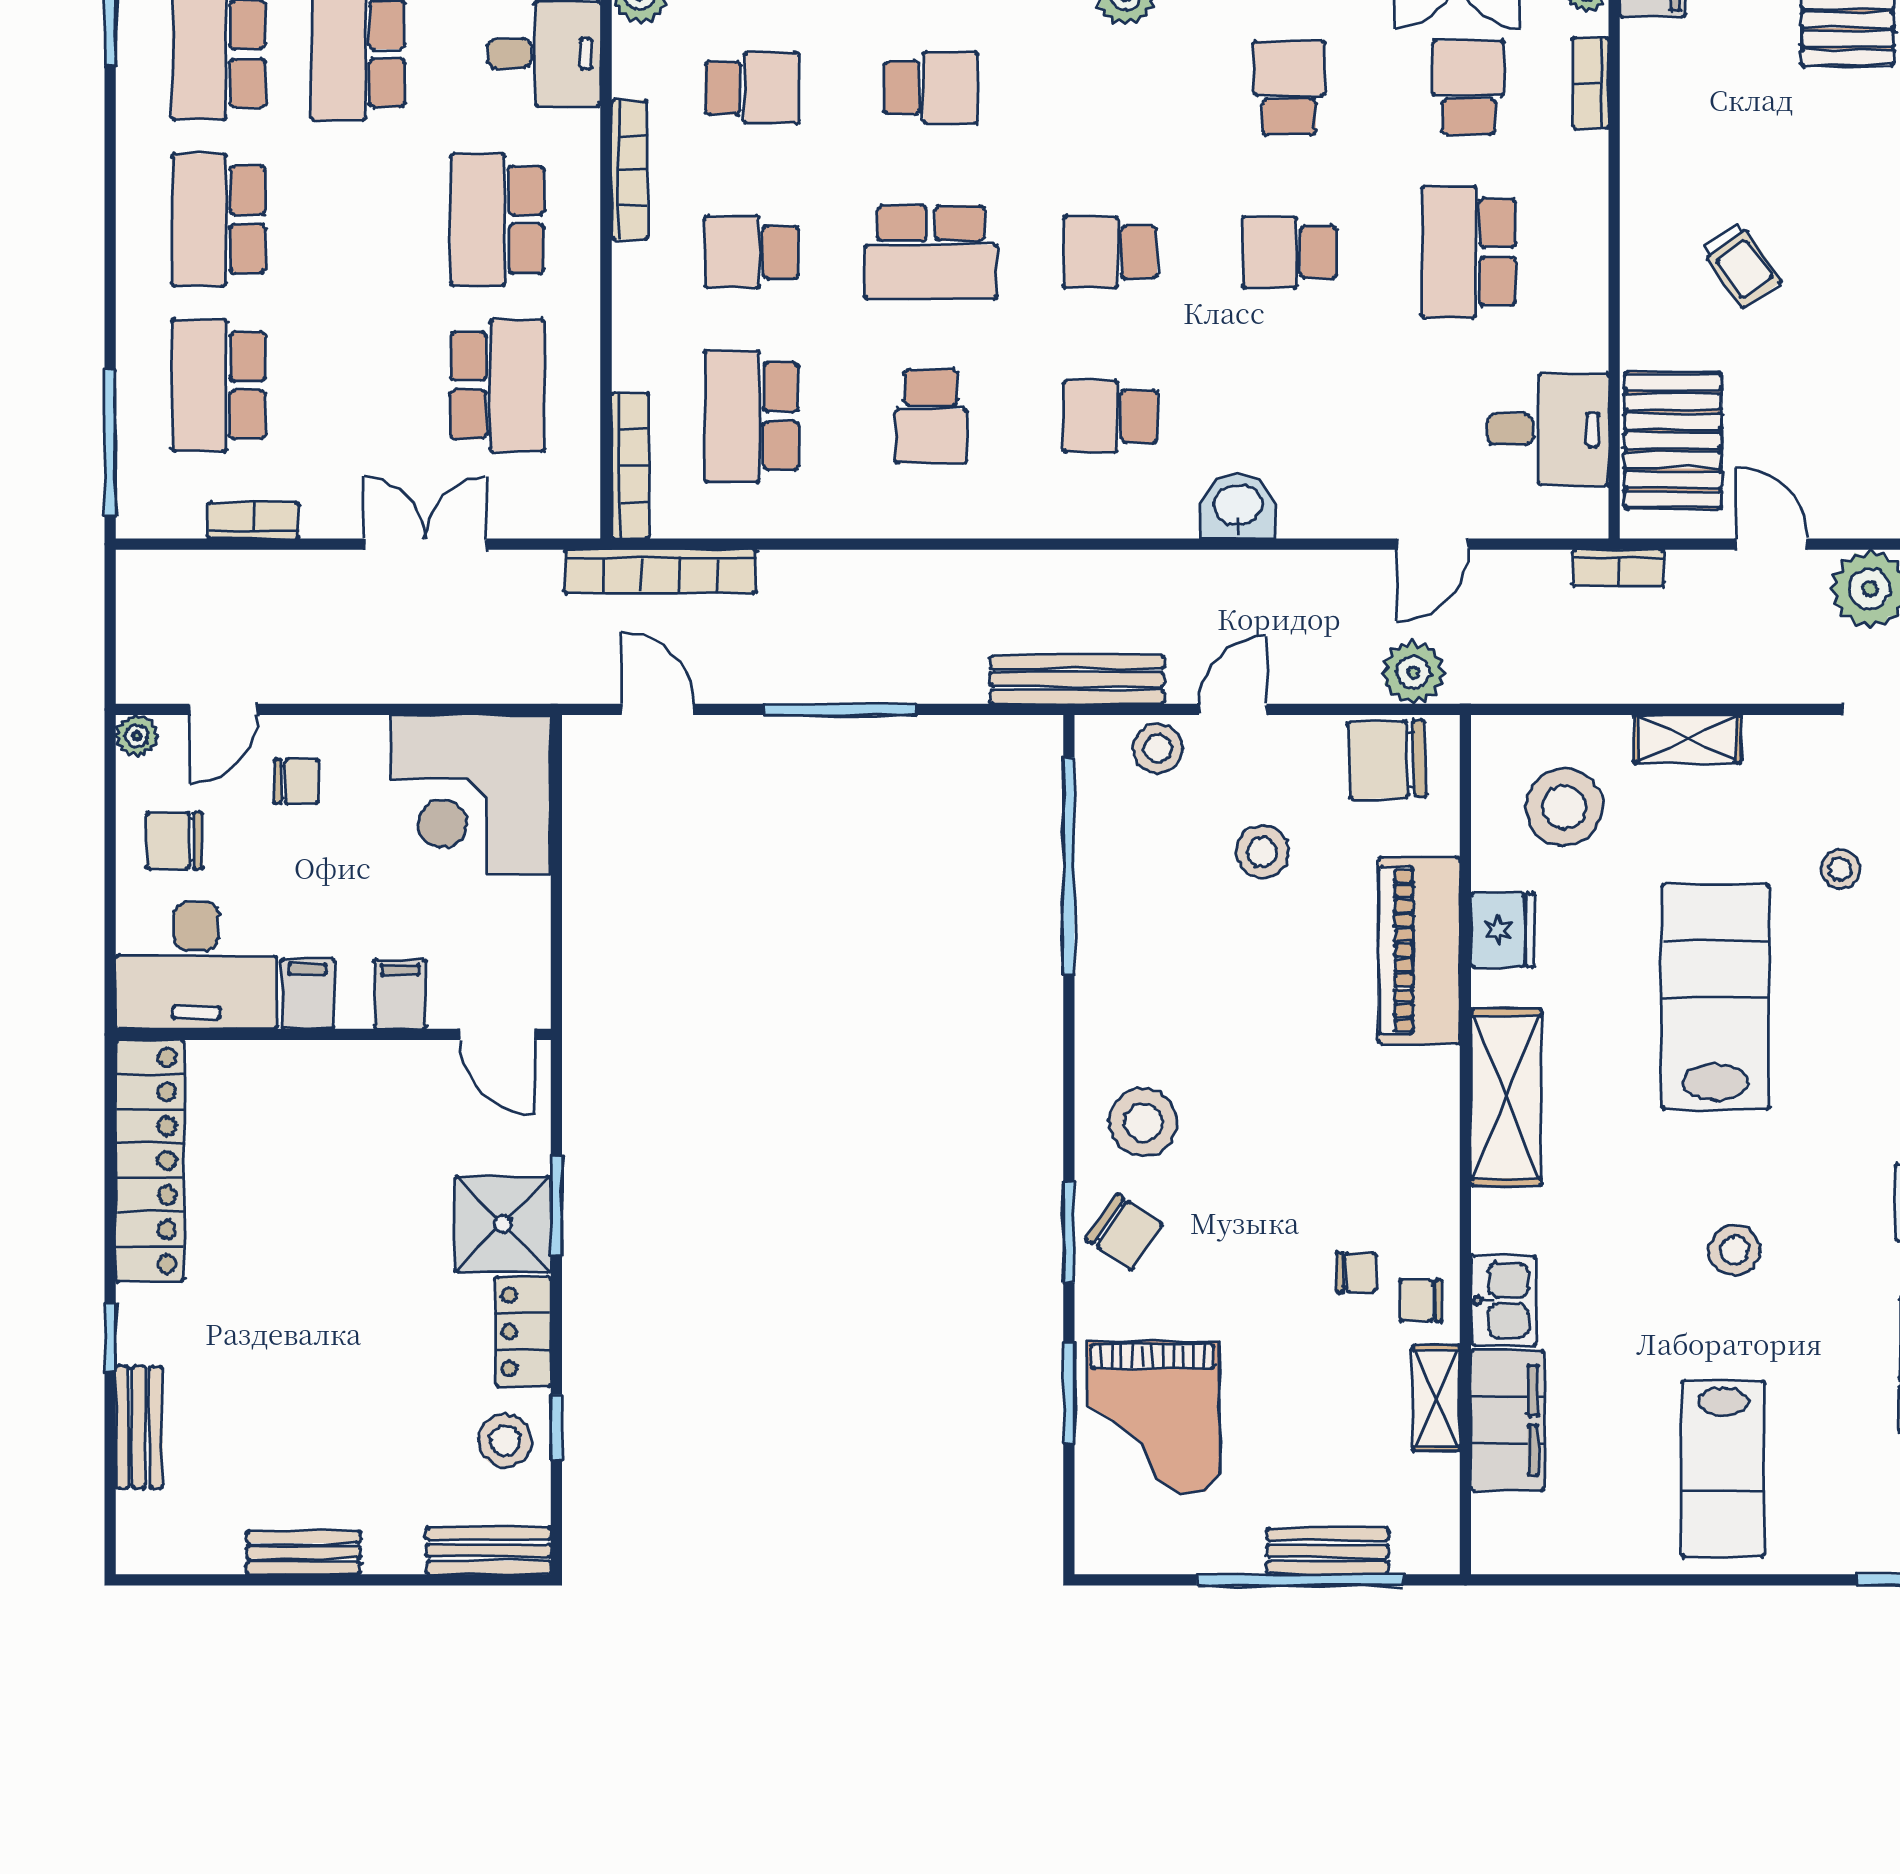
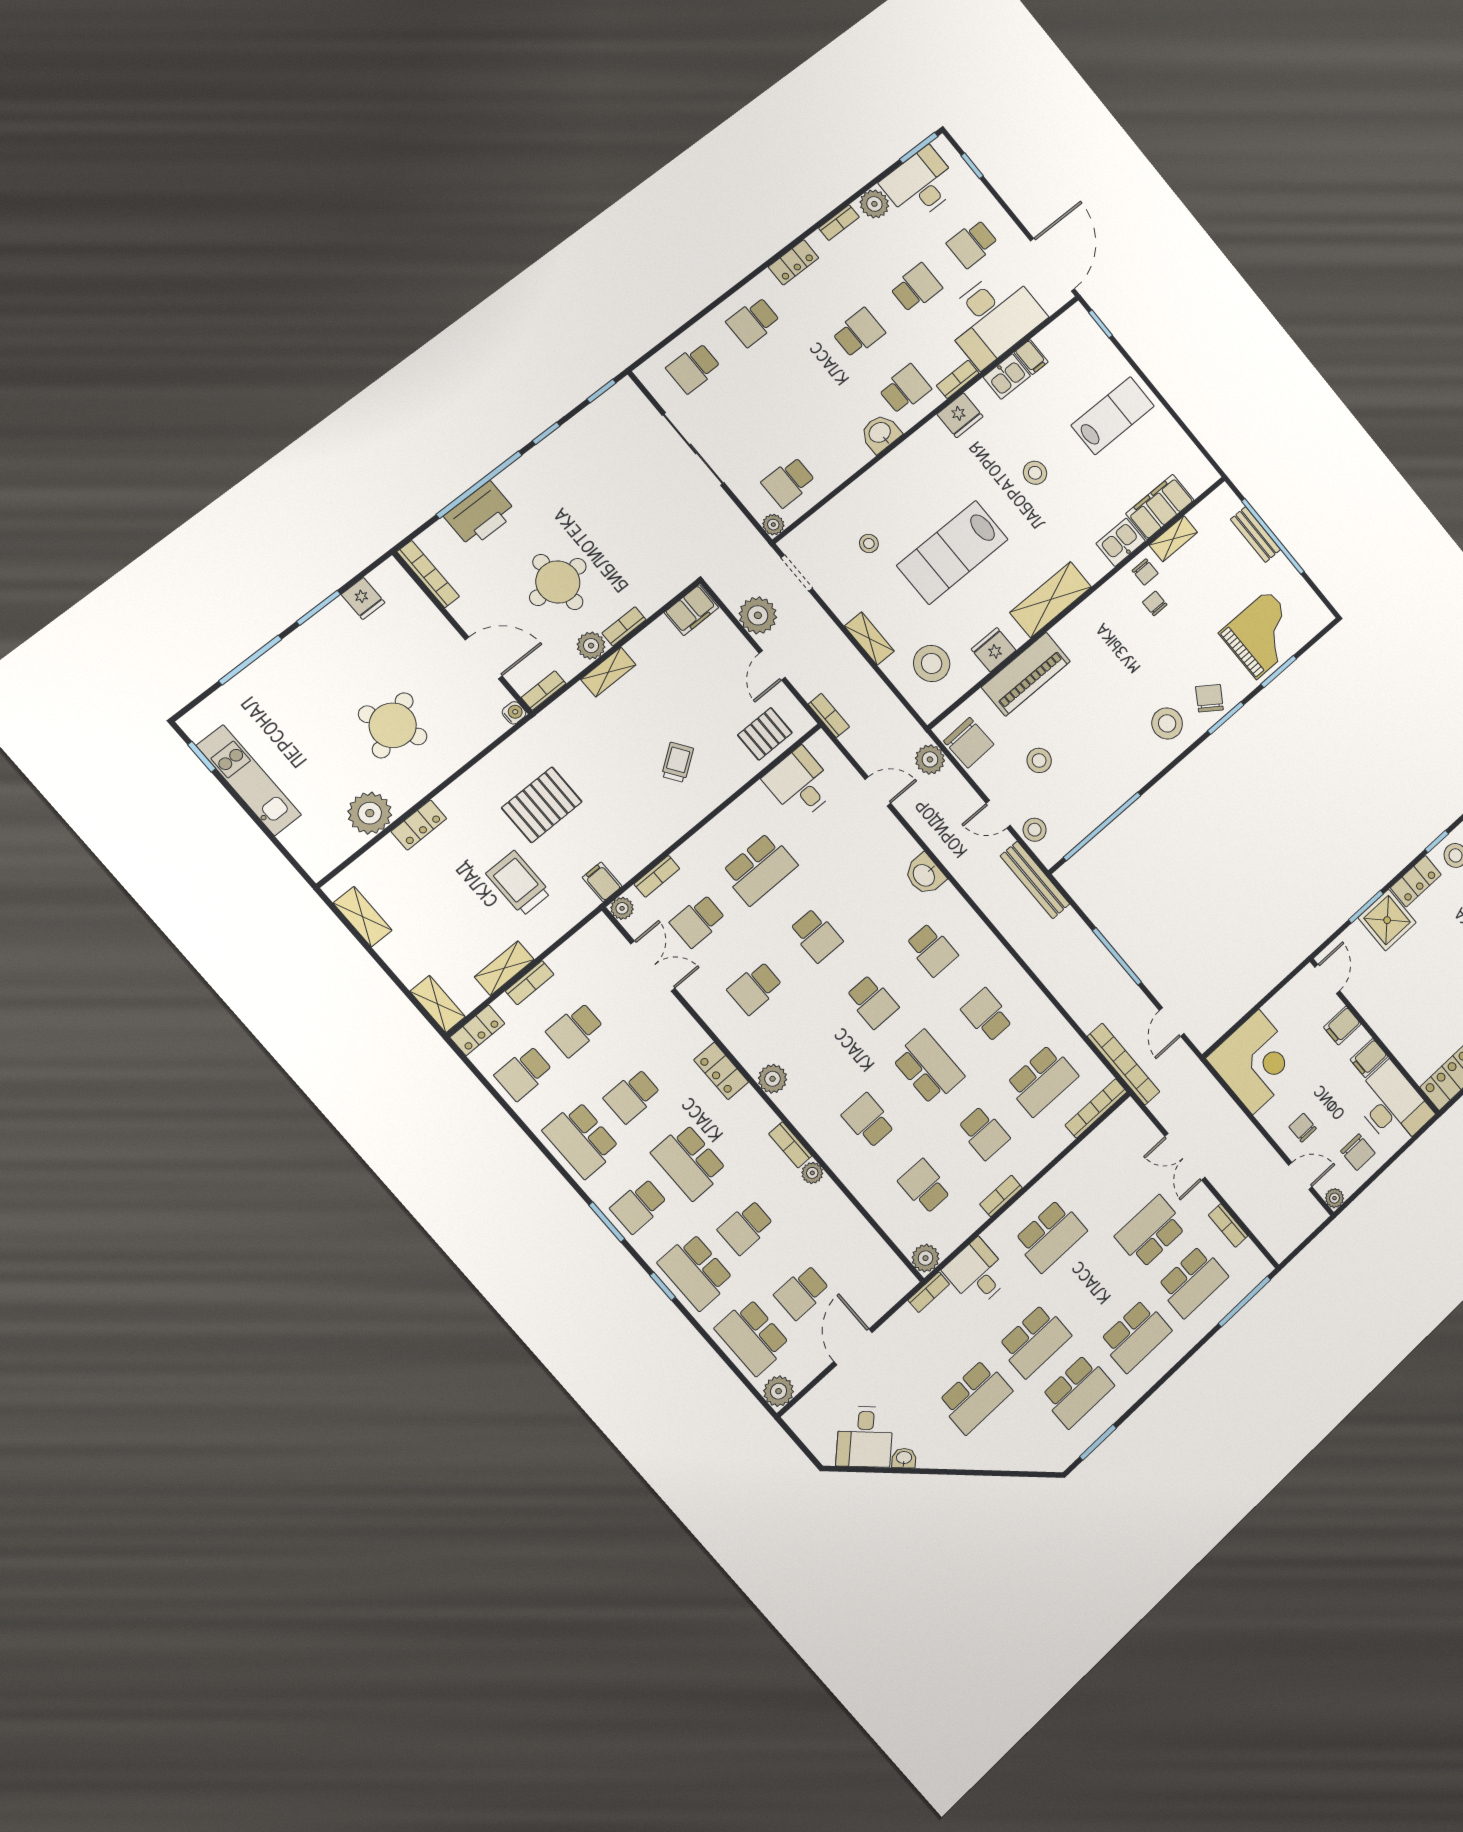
bookcase: (629, 170) -> (1001, 1196), width x0.64
school desk: (497, 385) -> (1151, 1232), moved
school desk: (931, 416) -> (987, 1015), turned -90
pallet: (1673, 441) -> (765, 734), width x0.67, depth x0.71

